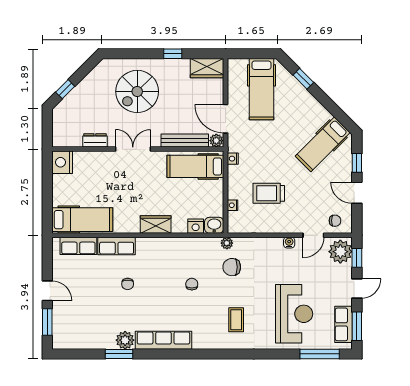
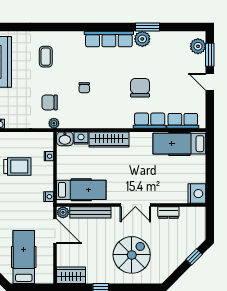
wardrobe: (156, 224) -> (109, 139), width x1.50
chair: (232, 267) -> (50, 102), turned 180
chair: (128, 284) -> (140, 88), width x1.87, depth x1.87
plant: (61, 332) -> (198, 46), added

